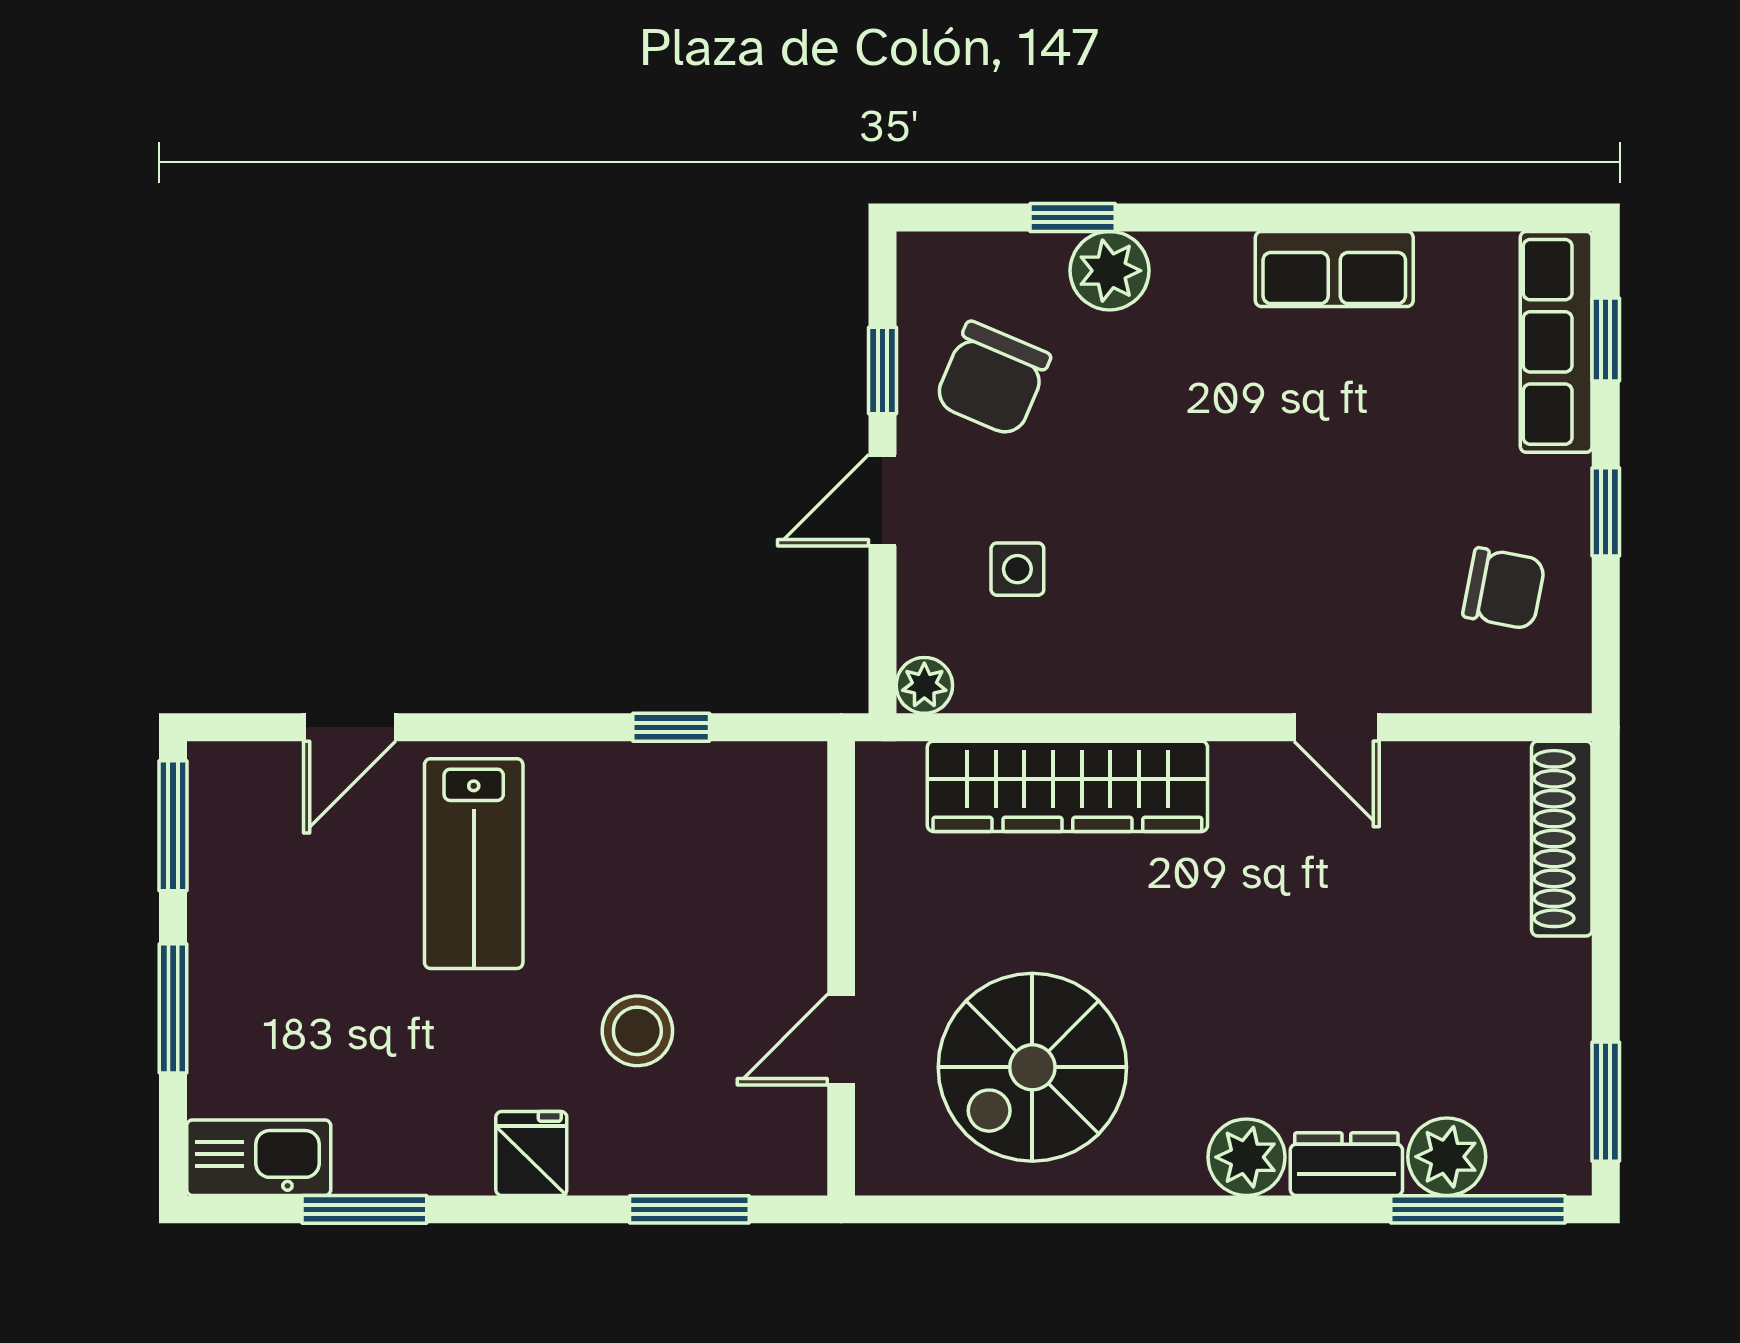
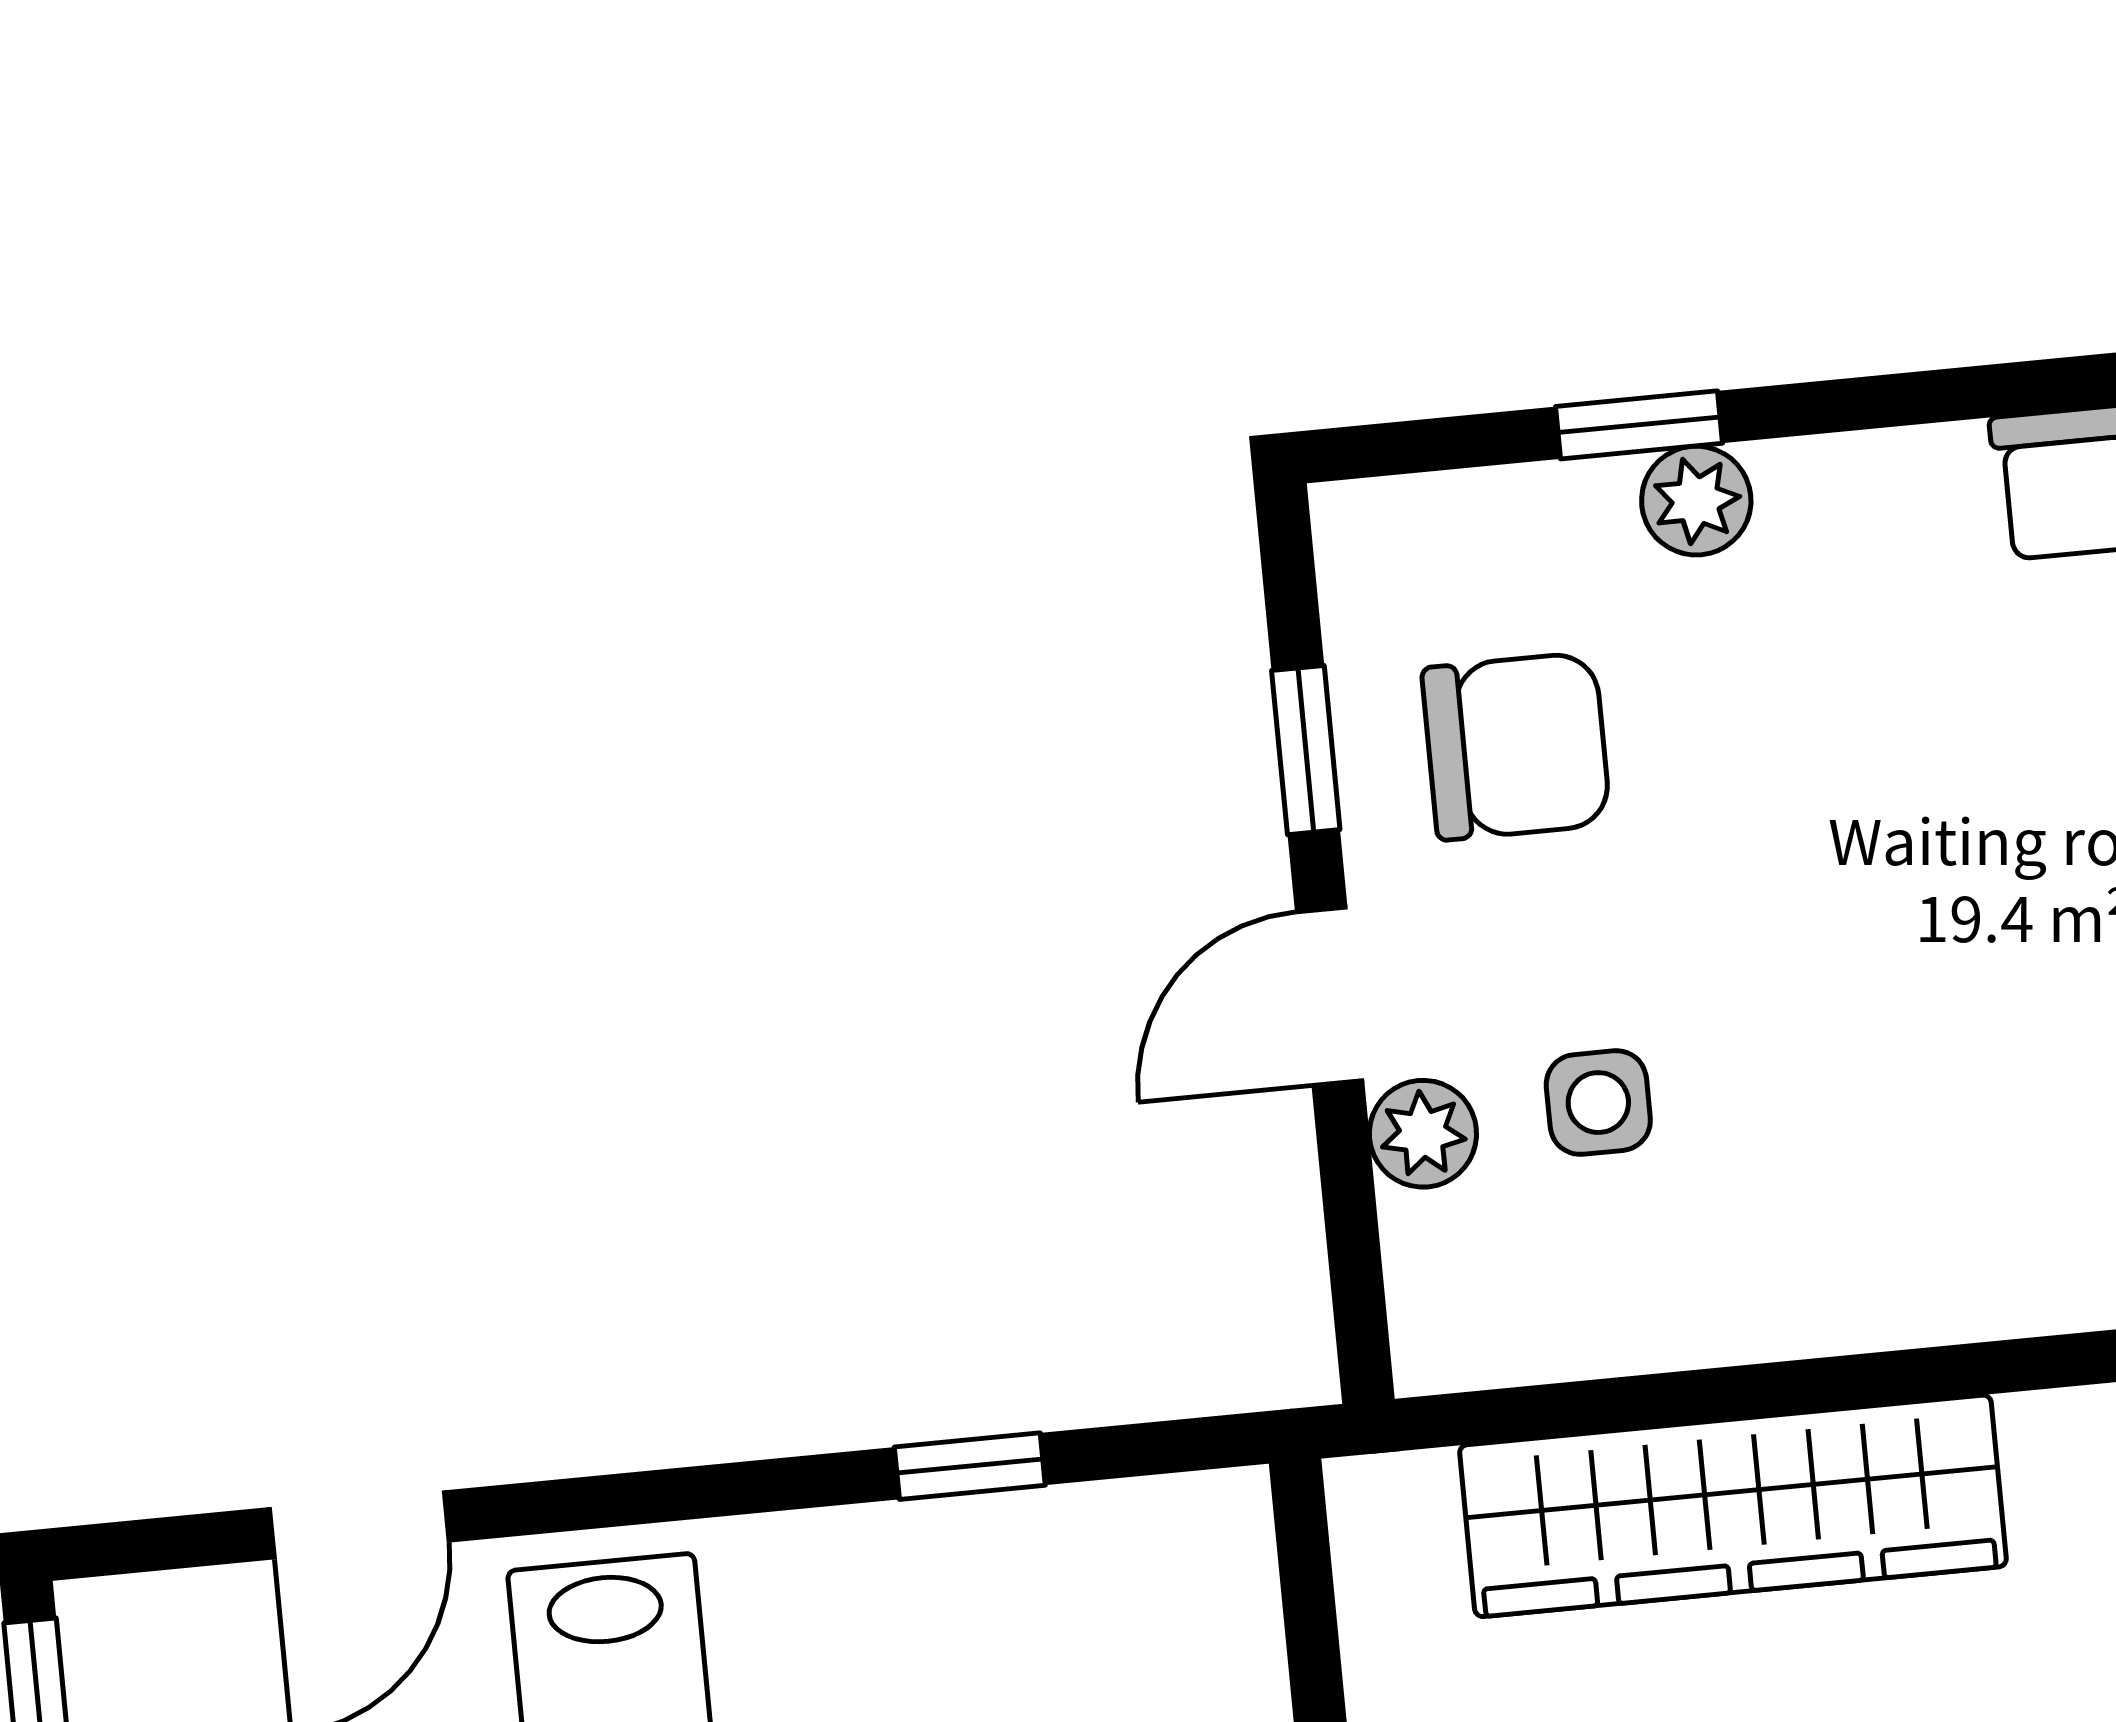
plant: (1110, 271) -> (1696, 501), width x0.73, depth x0.73
chair: (992, 379) -> (1516, 746), turned -113
plant: (924, 685) -> (1423, 1134), moved

